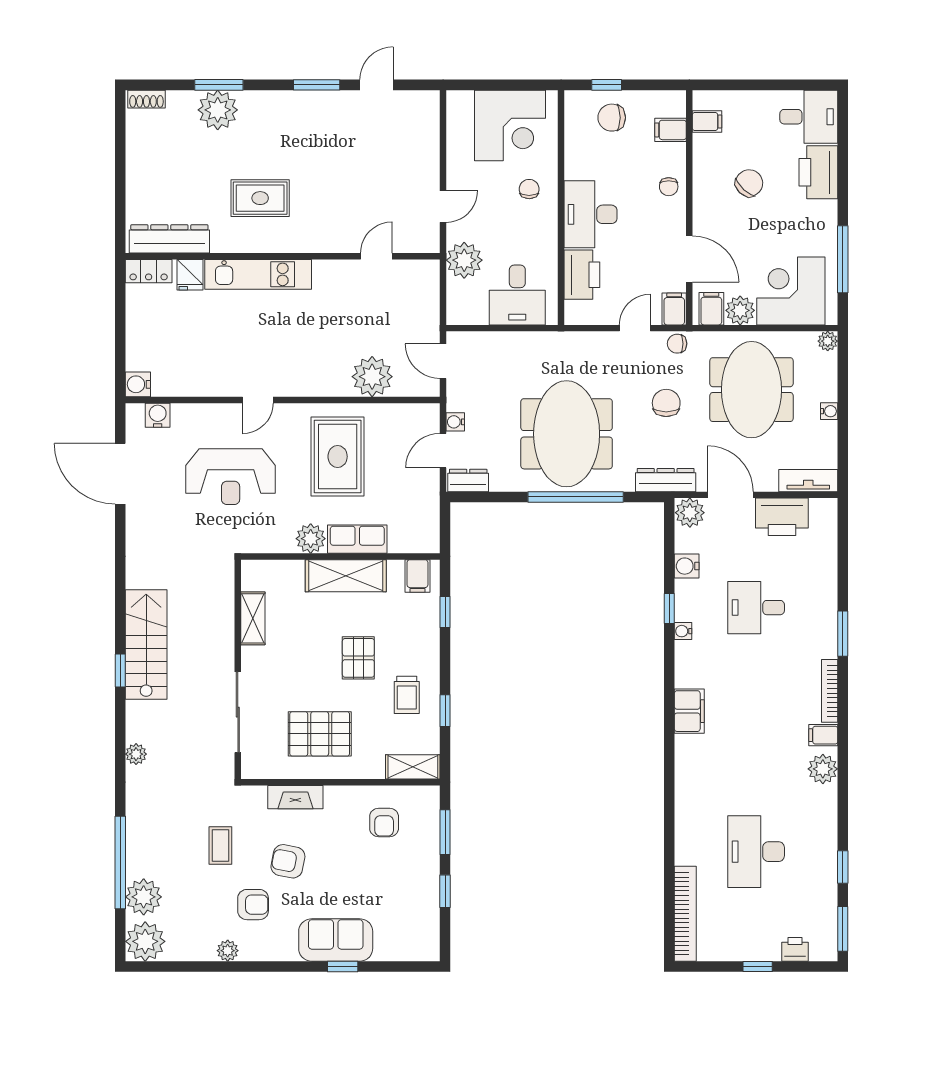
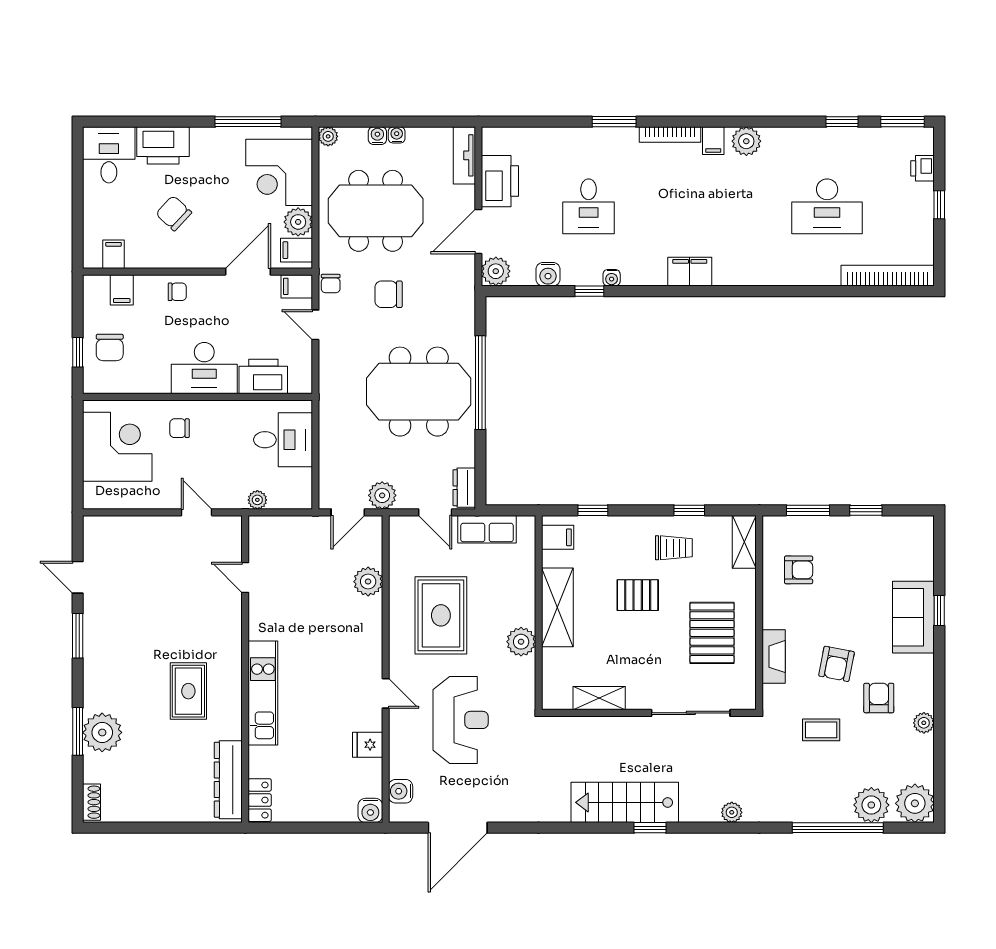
plant: (464, 260) -> (257, 500), width x0.53, depth x0.53
fridge: (190, 275) -> (368, 745), moved, turned 180
plant: (372, 377) -> (368, 582), width x0.73, depth x0.73
plant: (460, 396) -> (382, 495), added
water cooler: (455, 422) -> (377, 136), moved, turned 180
rug: (338, 457) -> (441, 615), turned 90
dresser: (666, 480) -> (464, 295), removed
row of seats: (357, 539) -> (487, 529), moved, turned -90

